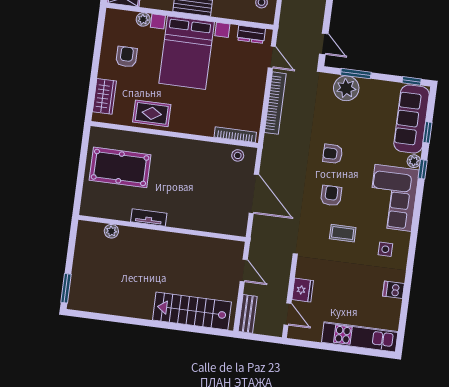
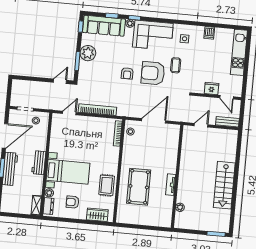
dresser: (251, 34) -> (48, 206), moved
bed with nightstands: (187, 53) -> (68, 172), width x0.73
plant: (346, 88) -> (88, 53), moved
pool table: (120, 167) -> (139, 187), moved
armchair: (331, 196) -> (153, 73), width x1.88, depth x1.88
stairs: (192, 311) -> (224, 185), moved
door: (287, 314) -> (227, 97), swing flipped

